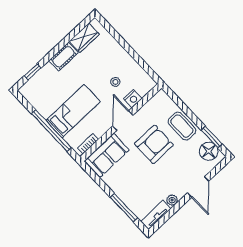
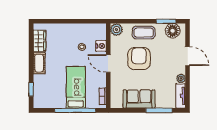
plant: (161, 99) -> (116, 30), added
sofa: (107, 155) -> (139, 99), moved, turned -90

